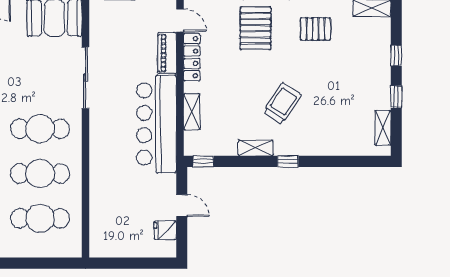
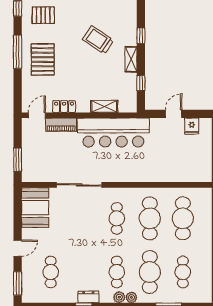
pallet: (255, 28) -> (43, 60), turned 90
pallet: (316, 29) -> (43, 15), turned 90
locker: (192, 57) -> (64, 106), width x0.66
cafe table: (40, 129) -> (117, 218), width x0.73, depth x0.74
window: (203, 161) -> (141, 83), moved

